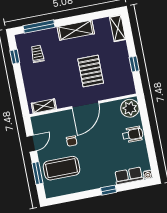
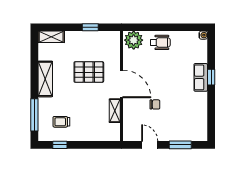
shelving: (44, 106) -> (115, 111), moved
wheelchair: (133, 134) -> (160, 42), turned 90
coffee table: (61, 168) -> (180, 120), removed
row of seats: (129, 176) -> (201, 77), moved

